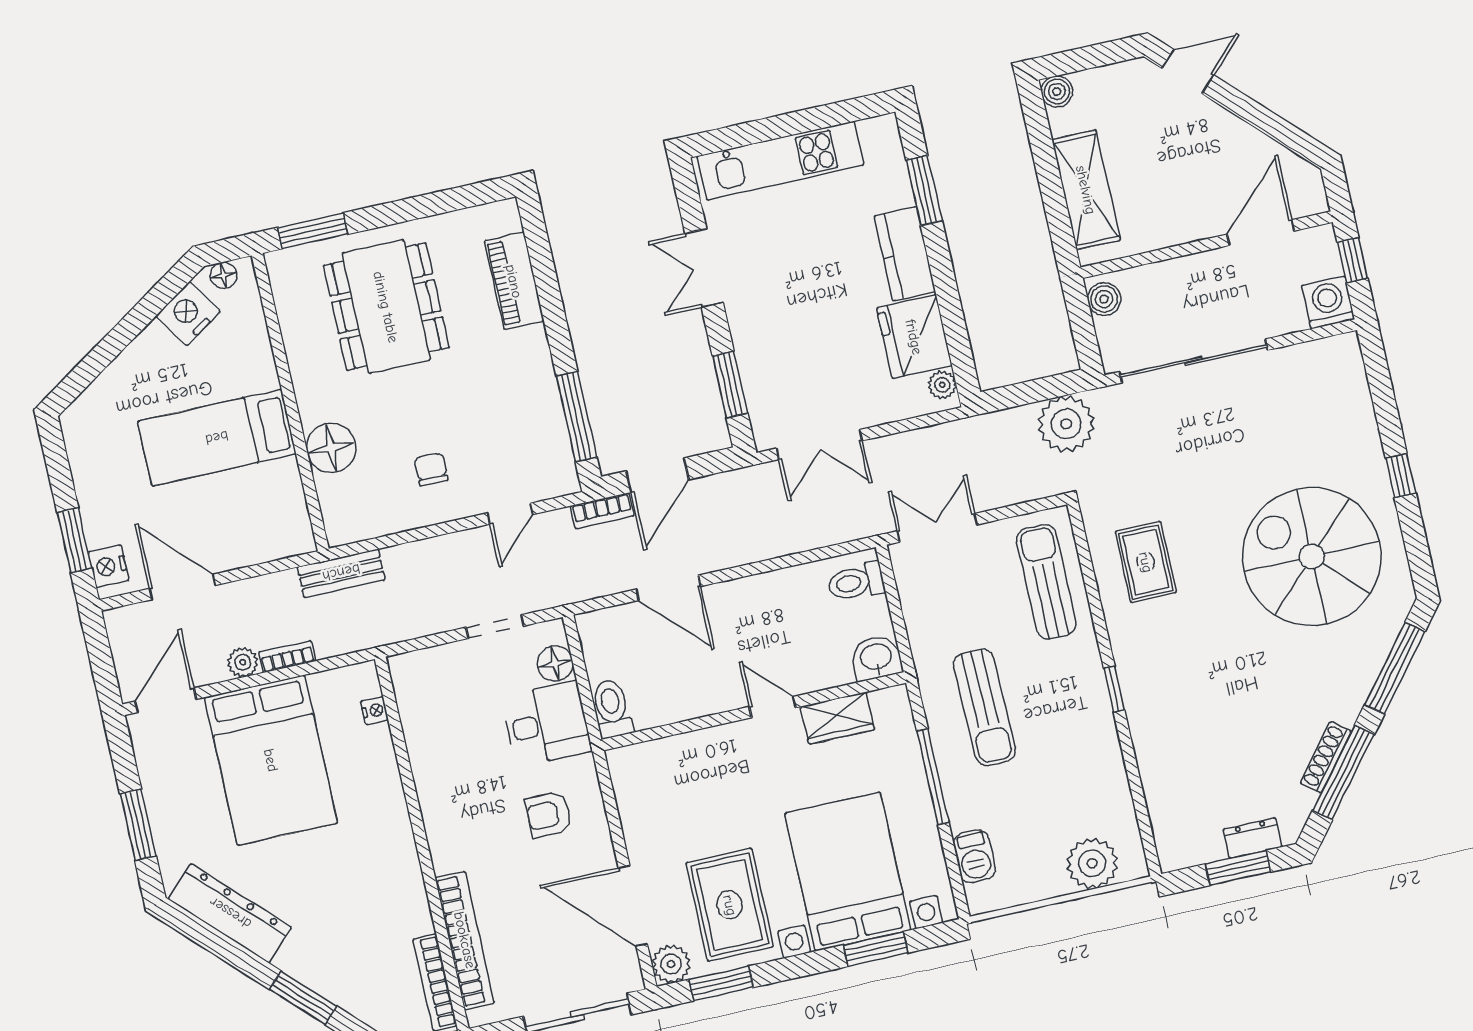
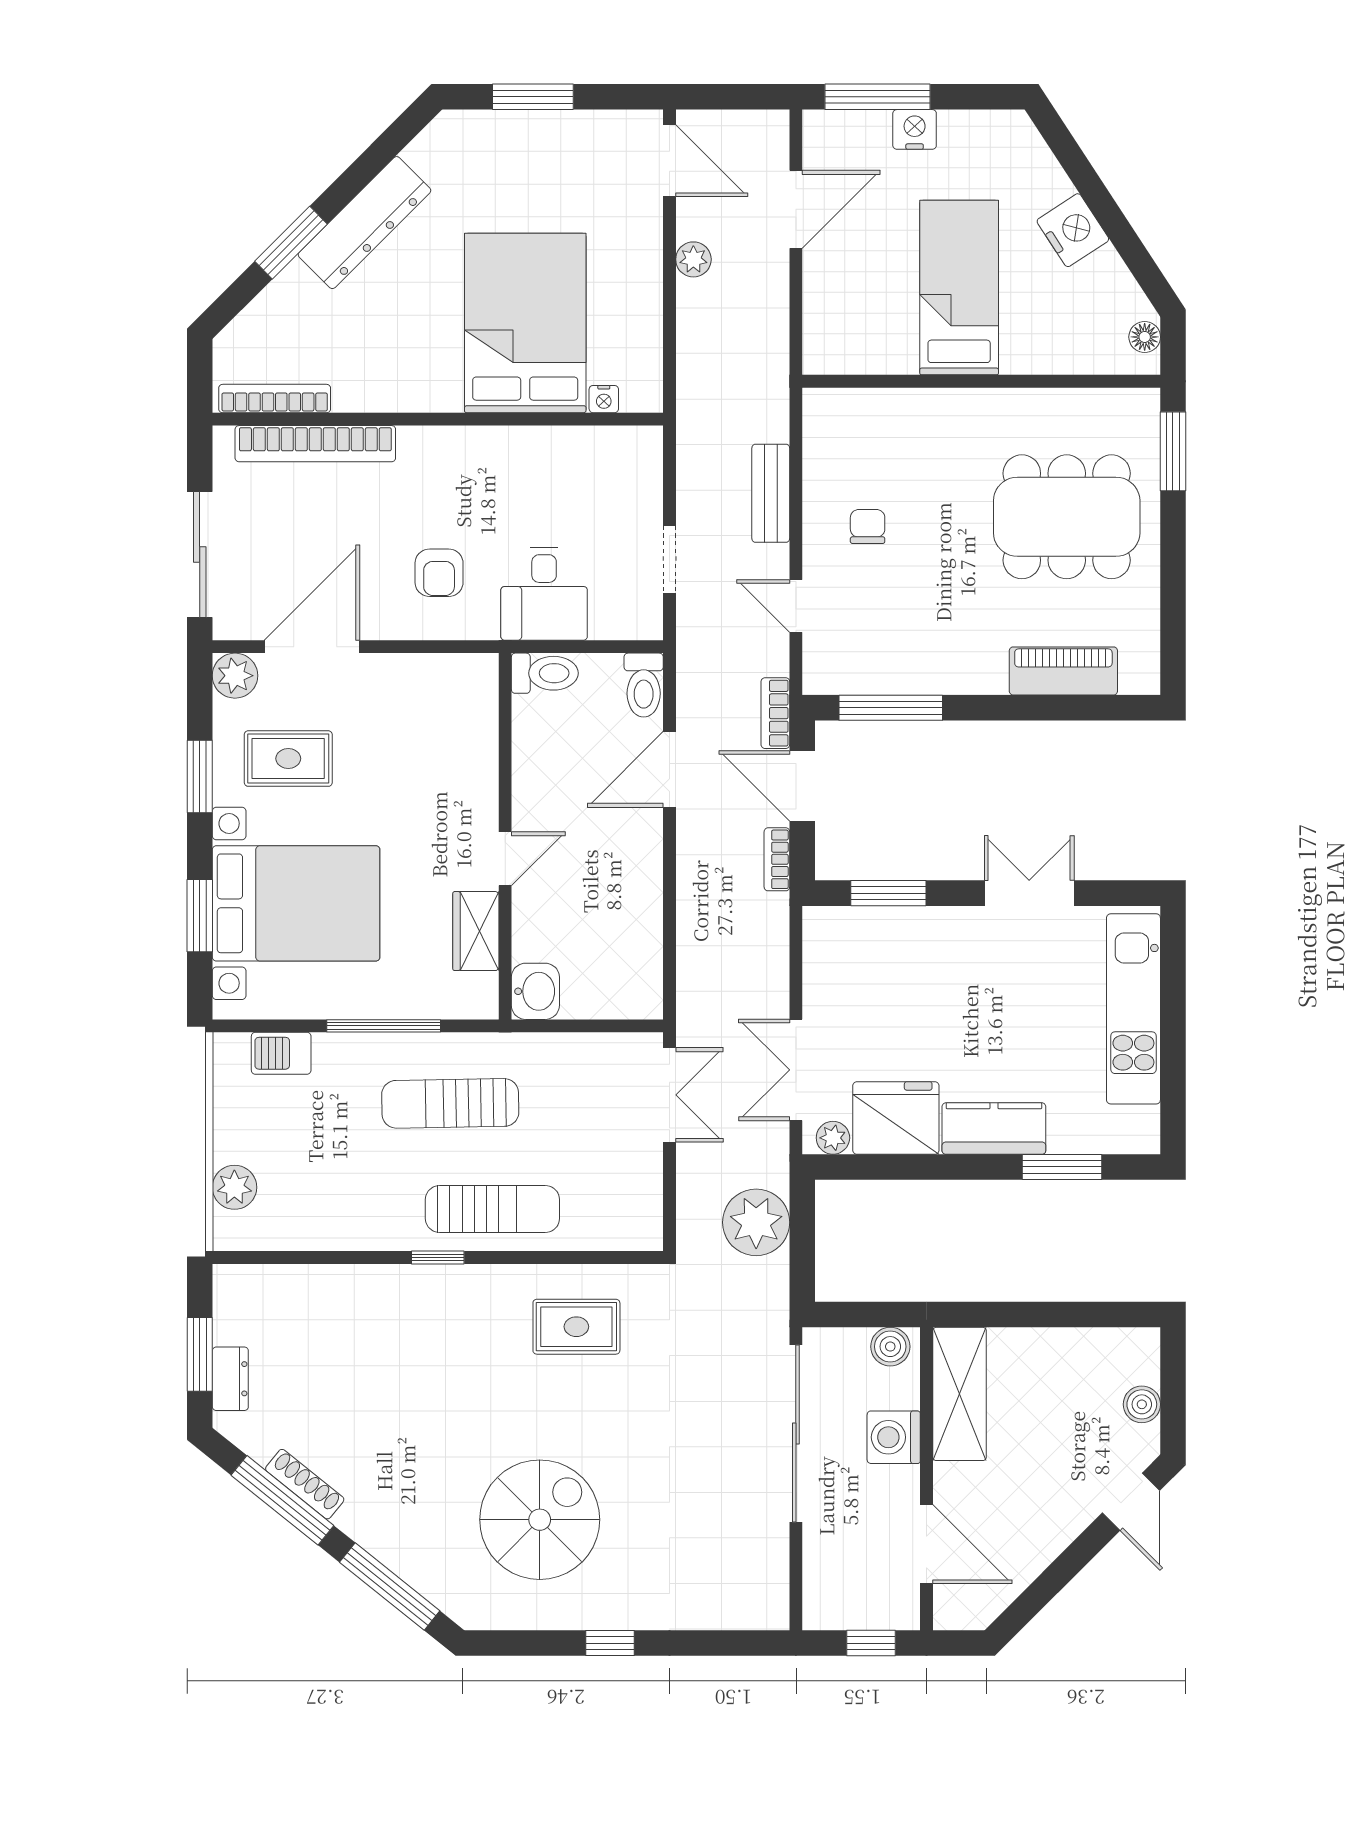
boiler: (1057, 91) -> (1142, 1404), moved
shelving: (1086, 190) -> (960, 1394), moved, turned 90
washing machine: (1328, 302) -> (894, 1437), moved, turned 180
nightstand: (188, 314) -> (1073, 230), moved
plant: (1066, 424) -> (756, 1222), moved
double door: (819, 445) -> (796, 1070), moved
floor lamp: (331, 448) -> (918, 417), removed
chair: (431, 469) -> (868, 526), turned -90
window: (74, 540) -> (878, 97), width x1.44
spiral stairs: (1312, 557) -> (540, 1520), width x0.73, depth x0.73
nightstand: (108, 566) -> (915, 129), moved
bench: (341, 573) -> (771, 493), moved
toilet: (856, 582) -> (644, 685), moved, turned 180
sun lounger: (1046, 582) -> (492, 1209), moved
bookcase: (287, 657) -> (777, 859), moved, turned 180
floor lamp: (555, 663) -> (612, 619), removed
bed: (271, 760) -> (525, 323), moved, turned 90
armchair: (548, 814) -> (439, 573), turned 180
plant: (1092, 863) -> (234, 1187), width x0.73, depth x0.73
rug: (730, 905) -> (288, 759), width x0.73, depth x0.70
dresser: (230, 913) -> (364, 223), moved
window: (721, 983) -> (200, 776), moved

